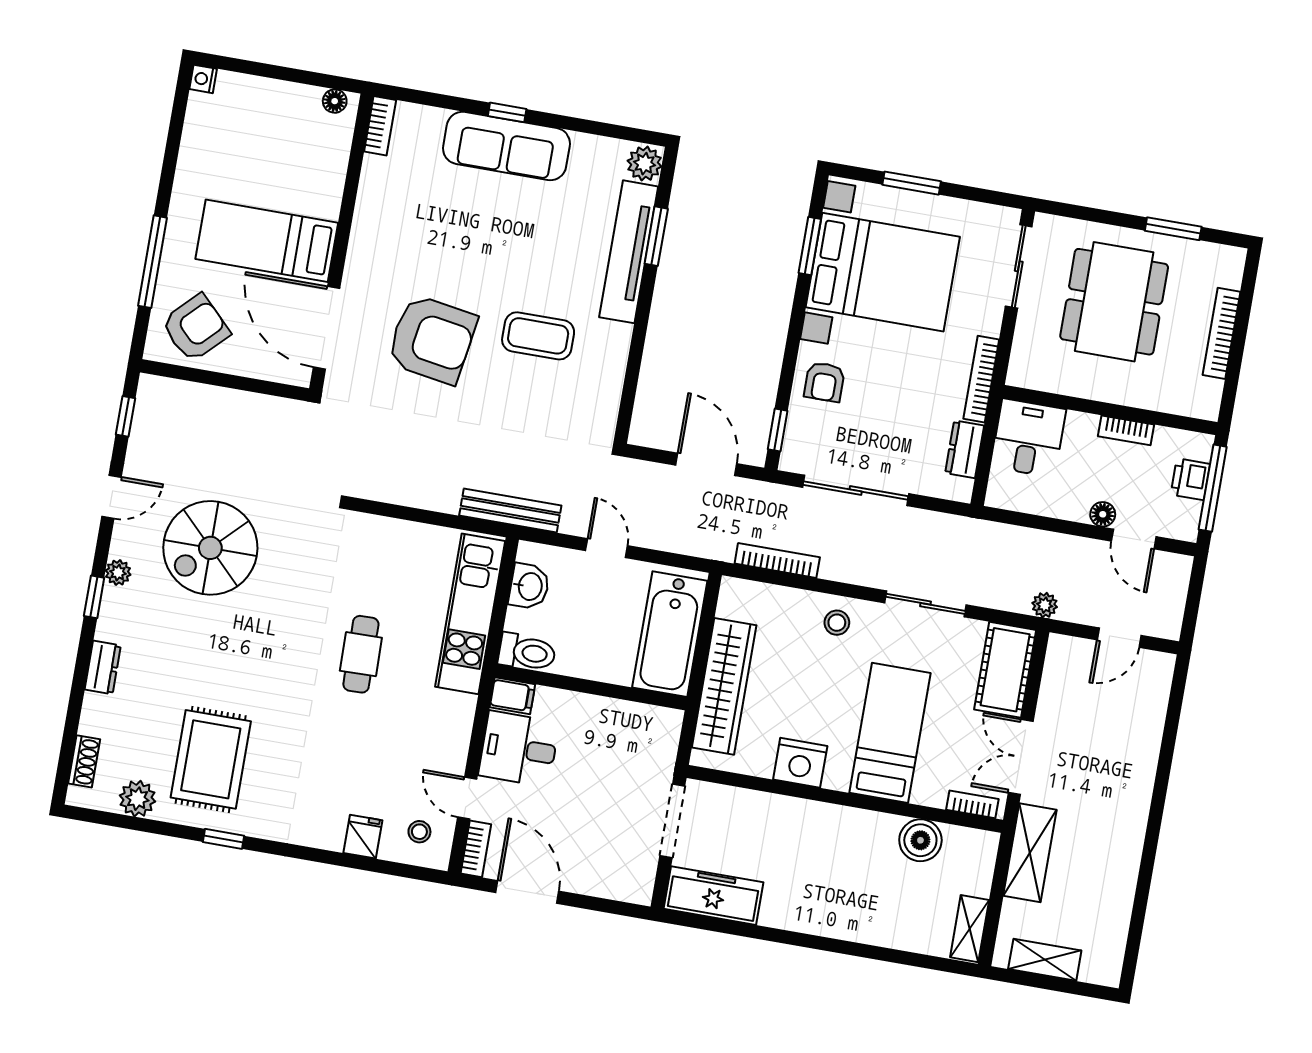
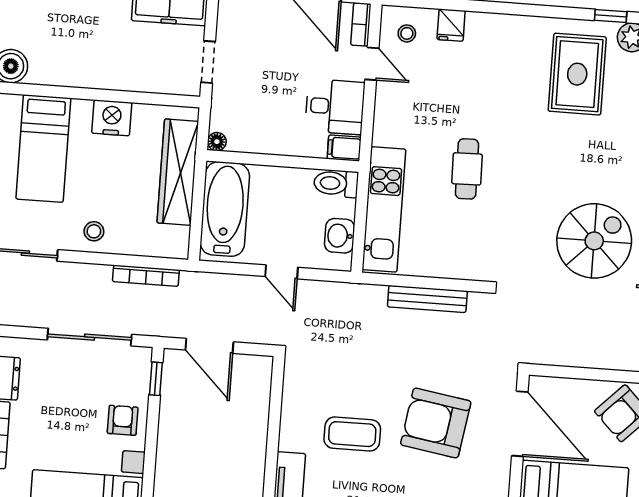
bench: (510, 511) -> (427, 299), moved
floor lamp: (671, 720) -> (217, 142), added
doorway: (672, 821) -> (208, 62), width x0.73
window: (224, 839) -> (611, 16), moved

